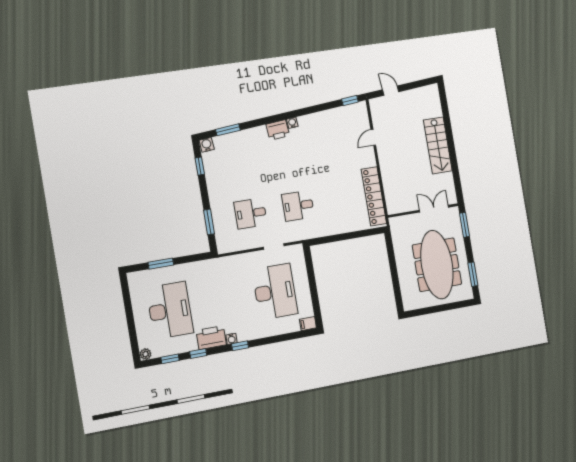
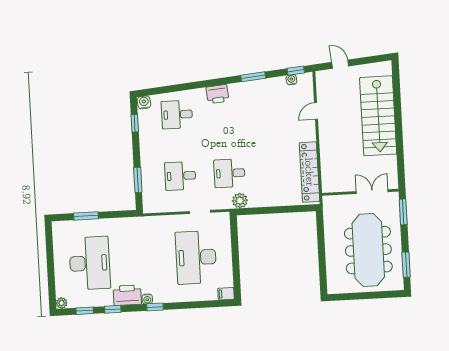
water cooler: (292, 123) -> (291, 80), moved
window: (228, 130) -> (253, 77), moved
stairs: (438, 145) -> (378, 116), width x1.36, depth x1.51
desk: (241, 154) -> (177, 115), added
plant: (311, 231) -> (240, 201), added
desk: (275, 292) -> (196, 257), turned 180

